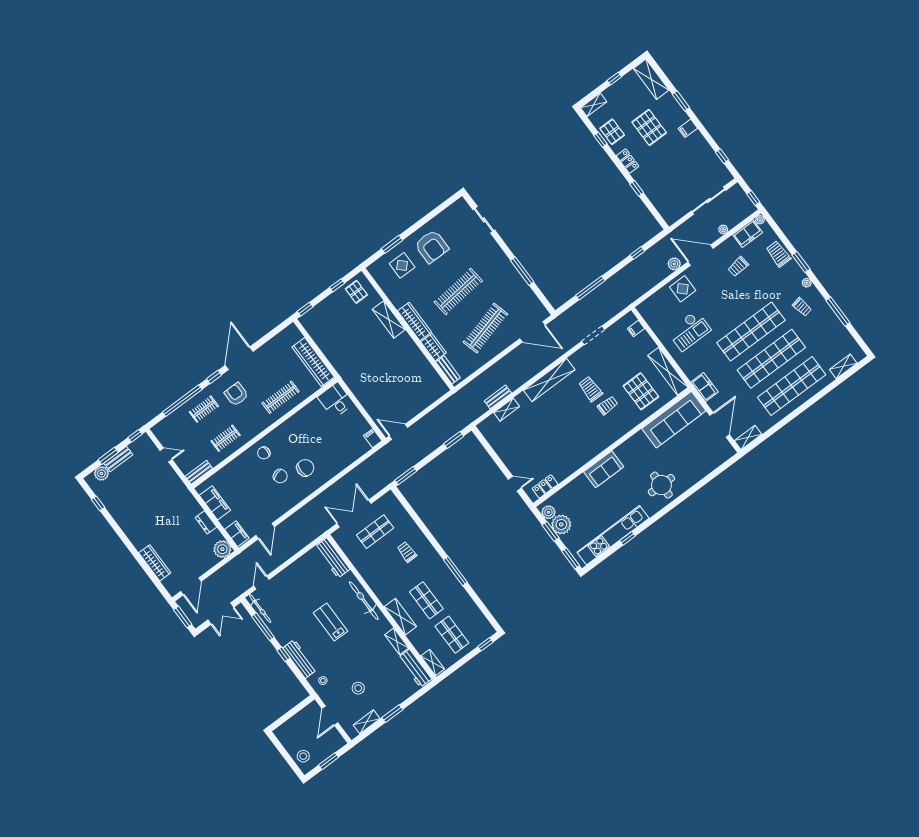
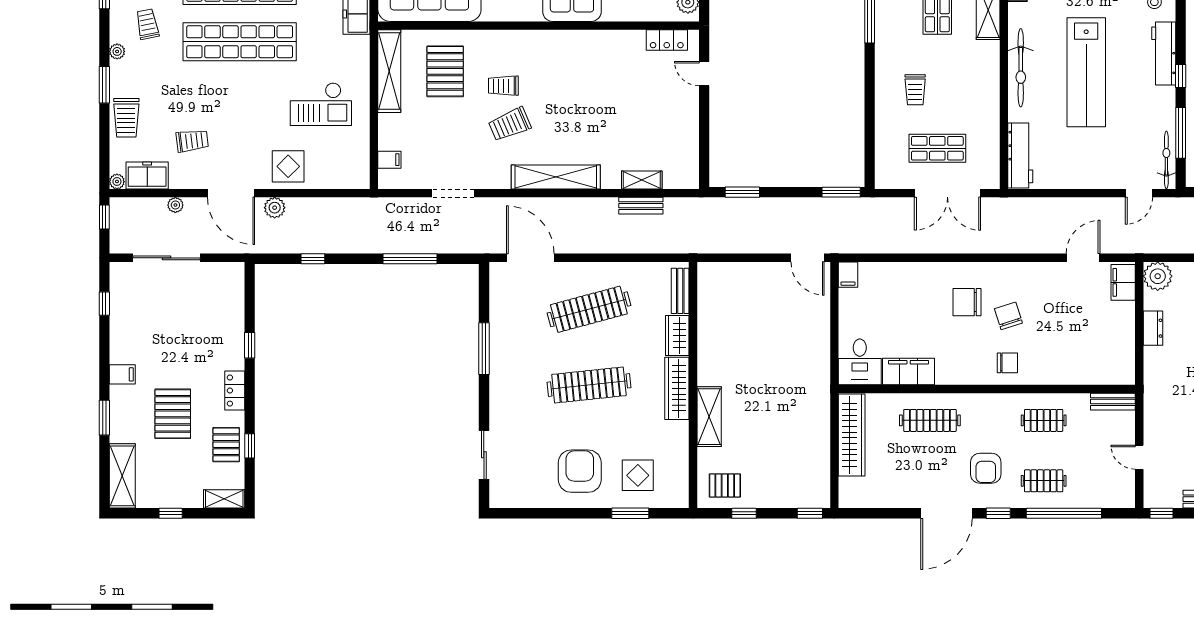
pallet: (356, 292) -> (725, 485), turned 90
checkout: (689, 331) -> (321, 104), turned 180
trolley: (591, 389) -> (510, 124), turned 67
filing cabinet: (215, 503) -> (909, 372), moved, turned 90
lab bench: (330, 622) -> (1086, 72), width x1.86, depth x1.39

